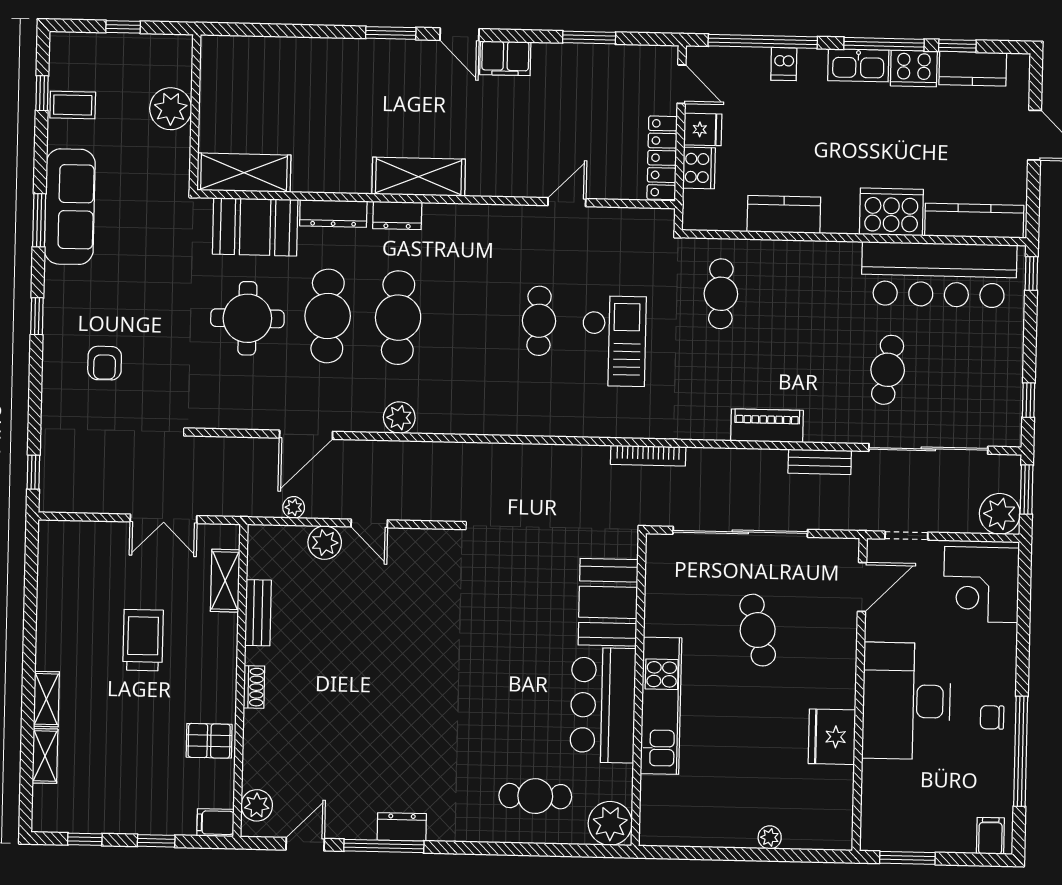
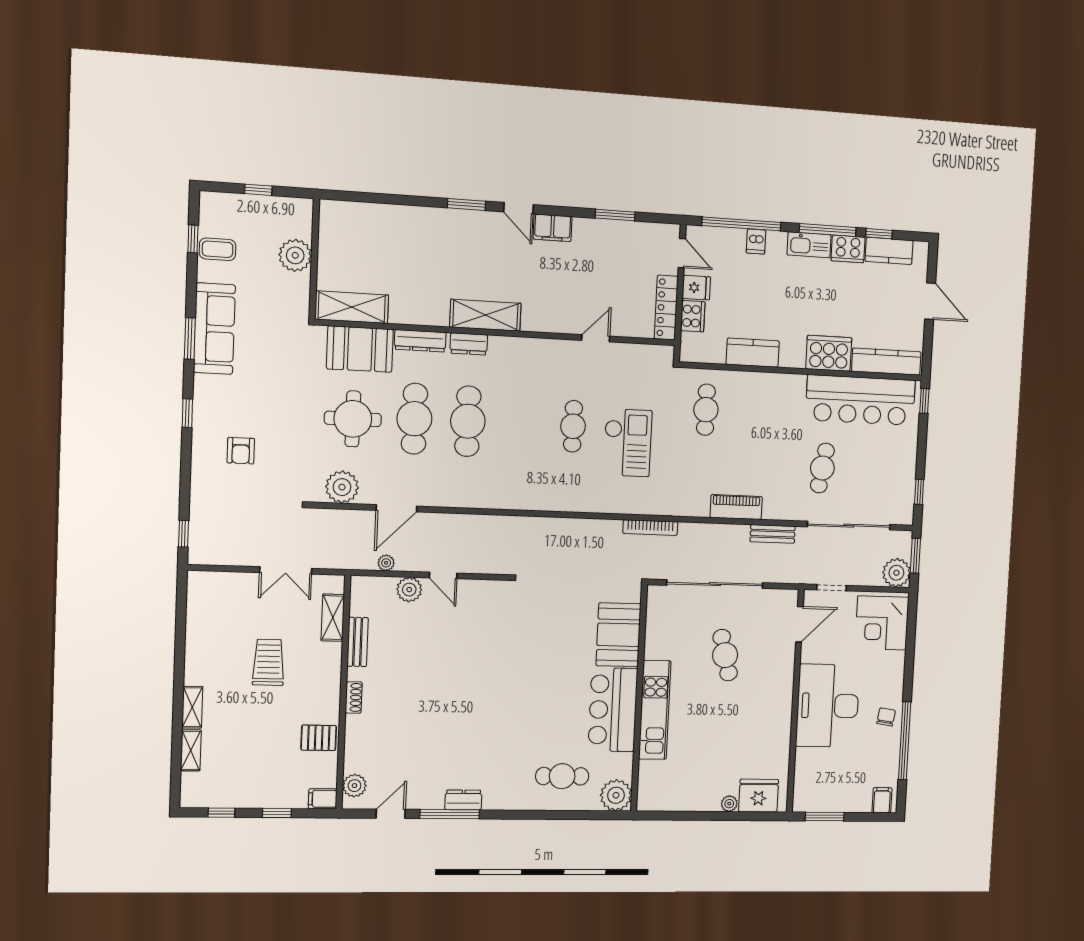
plant: (399, 418) -> (342, 487), moved, width x1.36, depth x1.36
chair: (992, 717) -> (886, 717), turned 99
fridge: (832, 737) -> (759, 796), moved, turned 90

